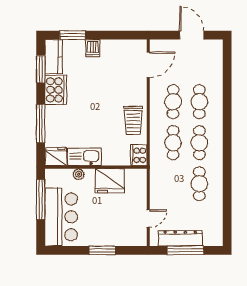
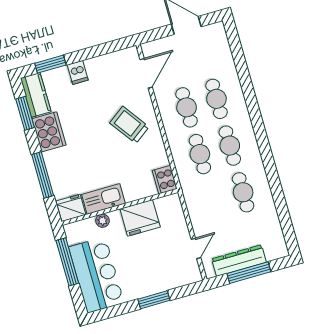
trolley: (133, 120) -> (129, 125), moved, turned 144

